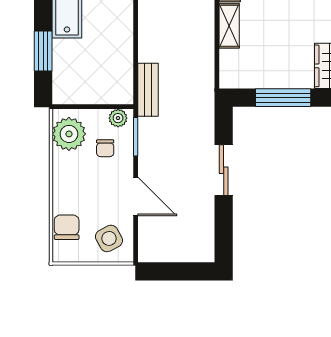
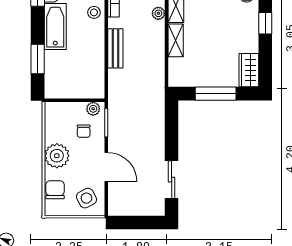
bench: (148, 90) -> (115, 48), moved
plant: (69, 134) -> (57, 156), moved
sliding door: (224, 170) -> (172, 180), moved

